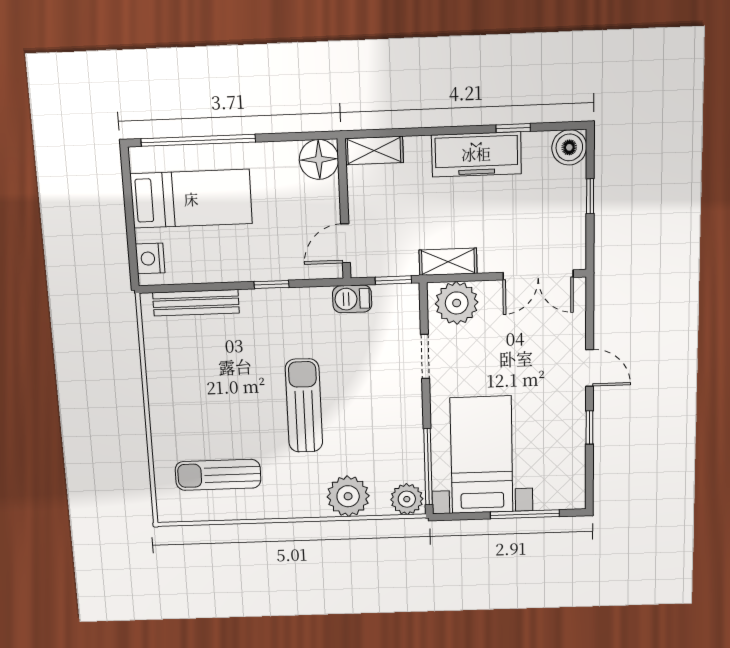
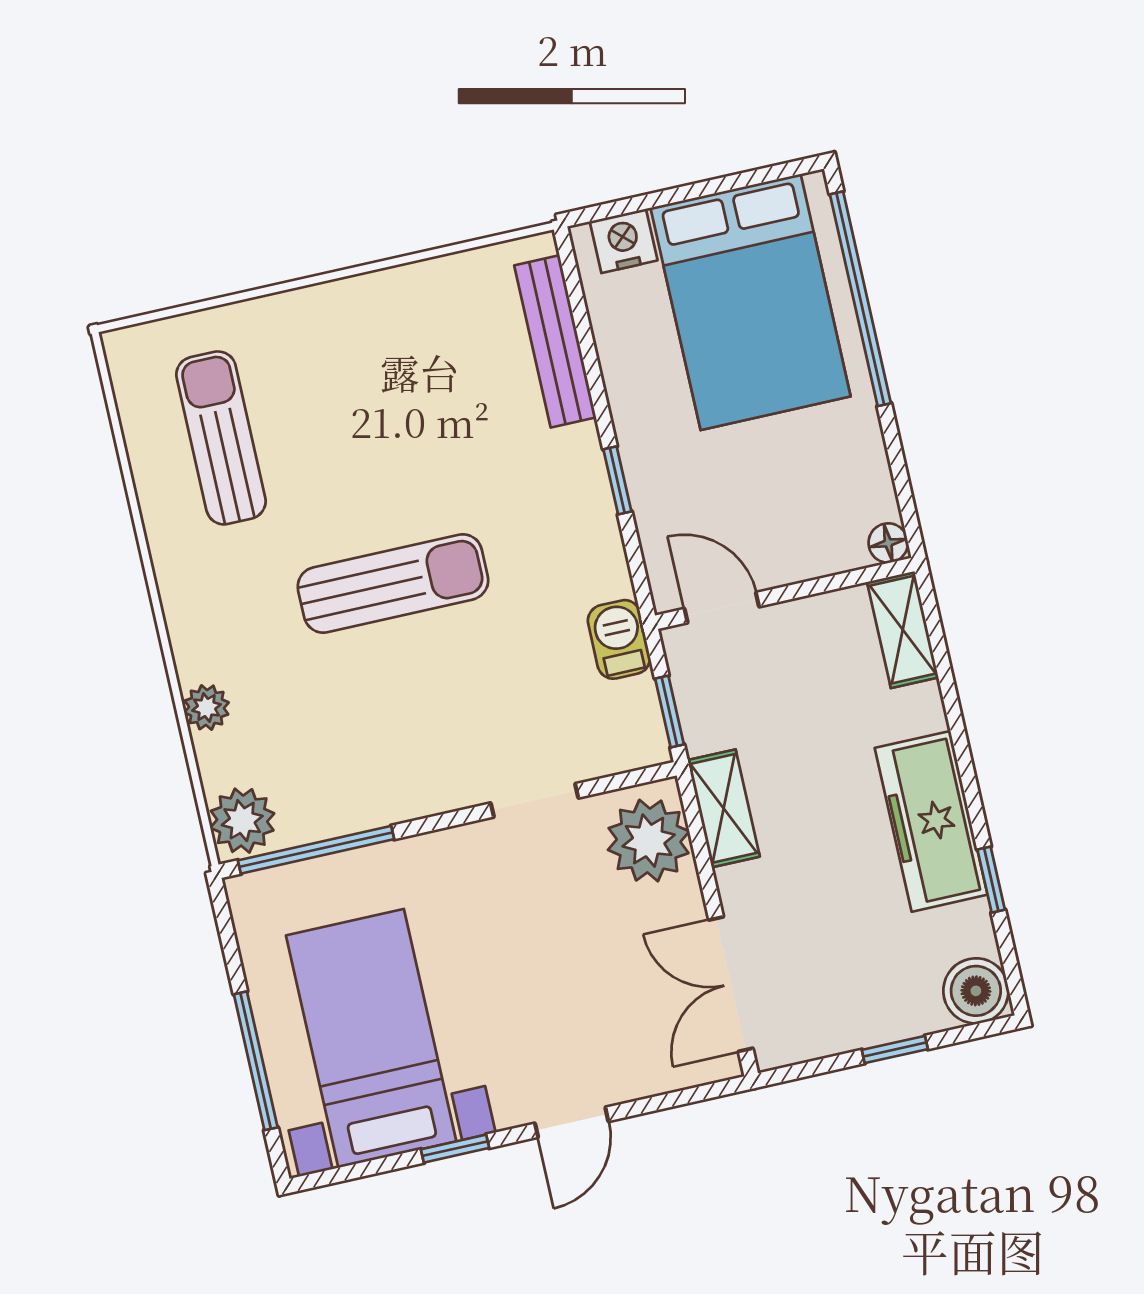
floor lamp: (319, 159) -> (888, 543), width x0.53, depth x0.53
bed: (191, 199) -> (751, 302), width x1.50
bed with nightstands: (482, 455) -> (371, 1038), moved, turned -90
plant: (348, 496) -> (206, 707), width x0.53, depth x0.53

